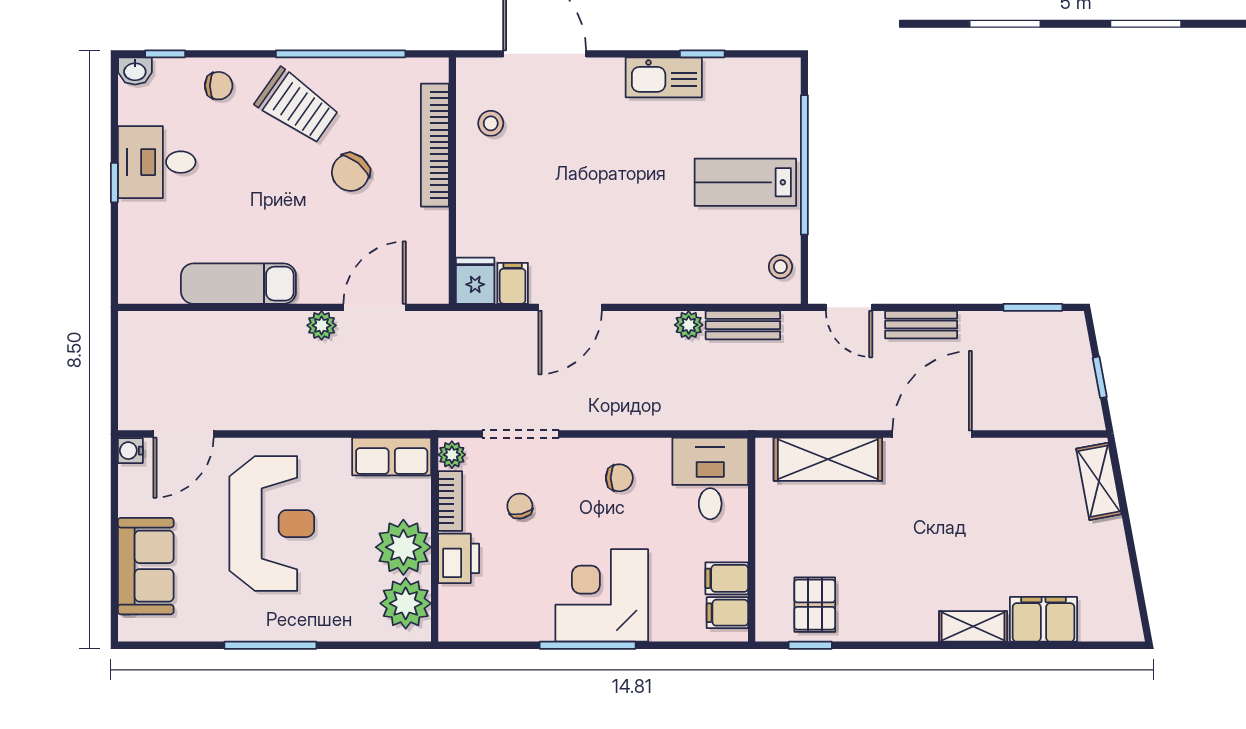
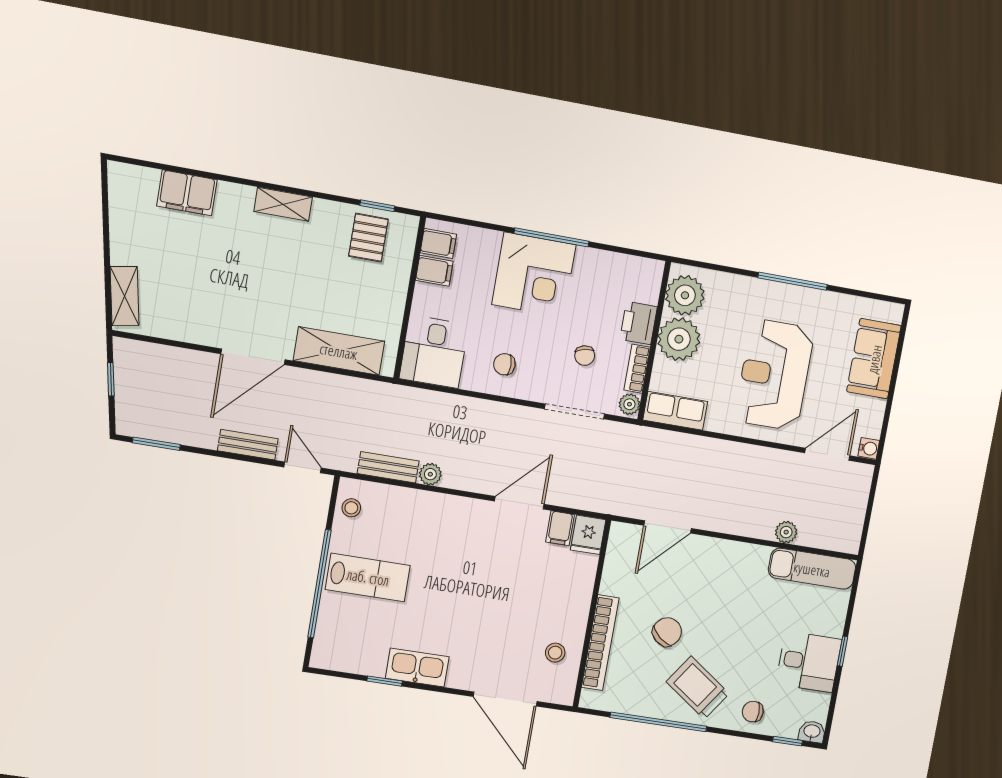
exam couch: (238, 284) -> (812, 569), moved
plant: (322, 325) -> (786, 532), moved
shelving: (973, 626) -> (283, 204), moved

